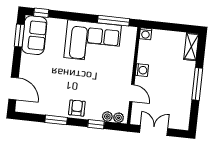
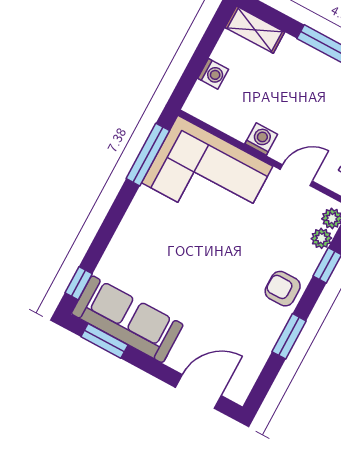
washing machine: (146, 34) -> (213, 74), moved
sofa: (34, 35) -> (127, 319), width x1.36
corner sofa: (93, 42) -> (207, 175), moved, turned 90

